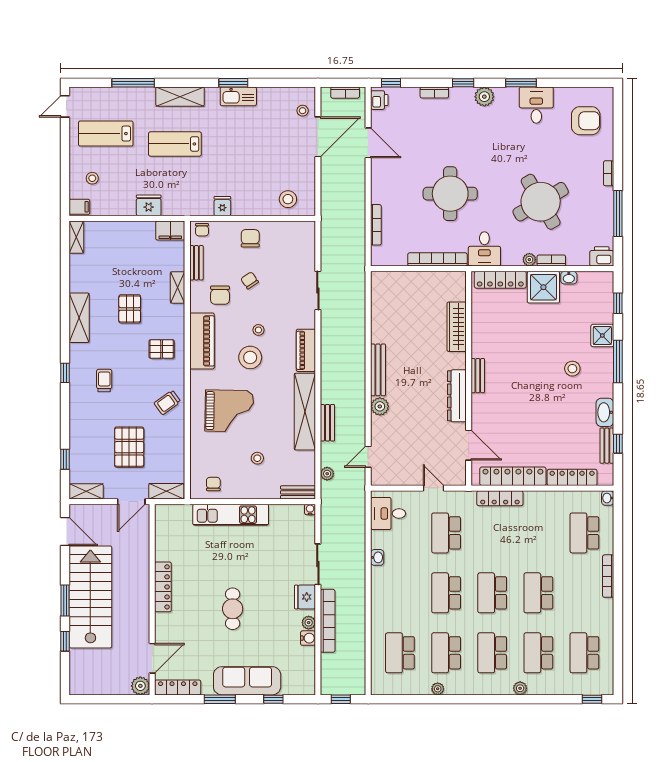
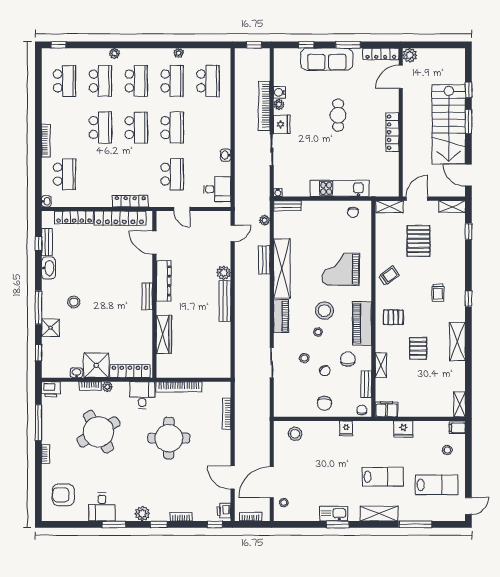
stool: (257, 458) -> (304, 358), moved

